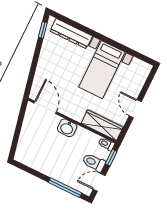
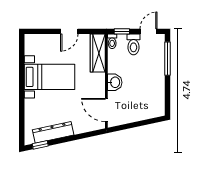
dresser: (71, 34) -> (53, 132), moved, turned -102
door: (45, 107) -> (106, 110), hinge flipped
door: (99, 182) -> (149, 31), swing flipped

